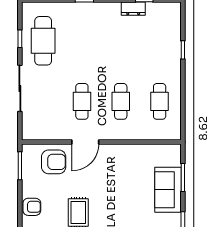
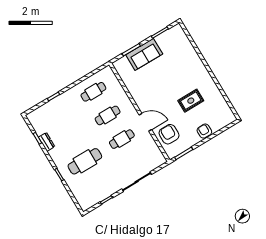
cafe table: (43, 41) -> (85, 161), moved

